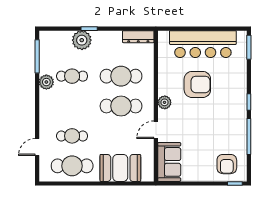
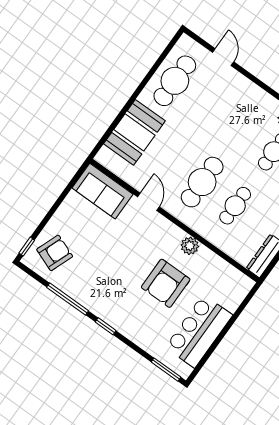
bar counter: (203, 44) -> (199, 331), width x0.73
cafe table: (121, 76) -> (235, 206), width x0.73, depth x0.74
plant: (165, 102) -> (190, 246), moved
cafe table: (72, 136) -> (208, 104), removed
armchair: (227, 164) -> (55, 253), turned 111

